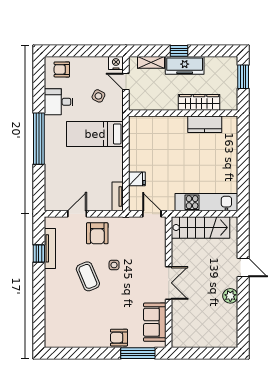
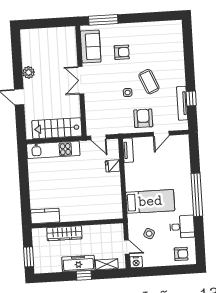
kitchen counter: (205, 124) -> (45, 216), moved
armchair: (119, 338) -> (122, 52), moved

